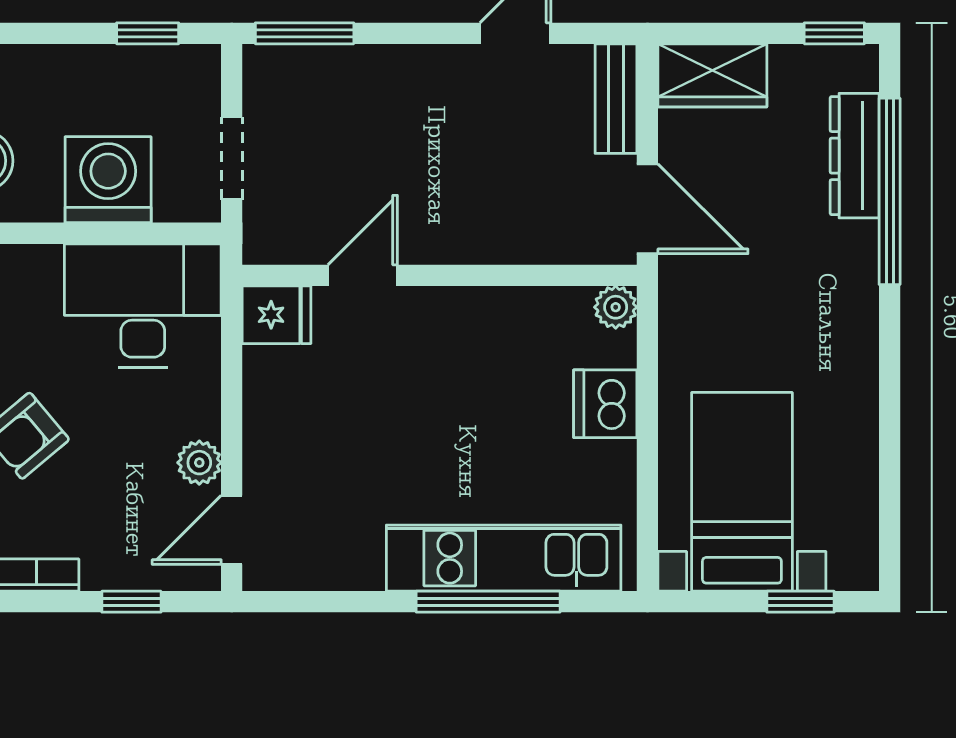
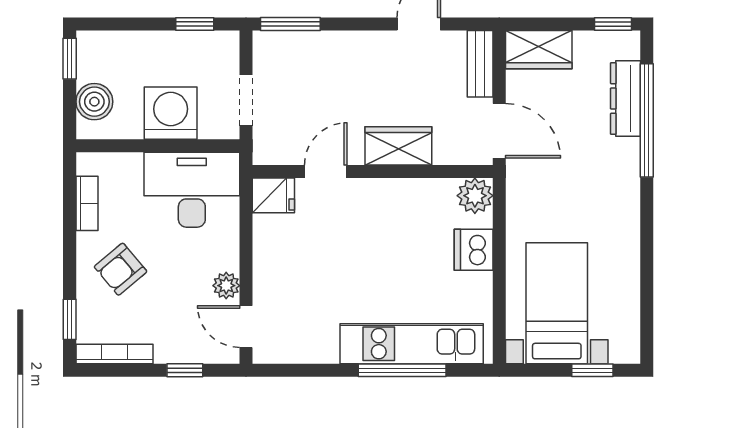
wardrobe: (482, 233) -> (398, 146), added
plant: (616, 307) -> (475, 196), width x1.38, depth x1.38
door: (232, 530) -> (246, 327), hinge flipped

